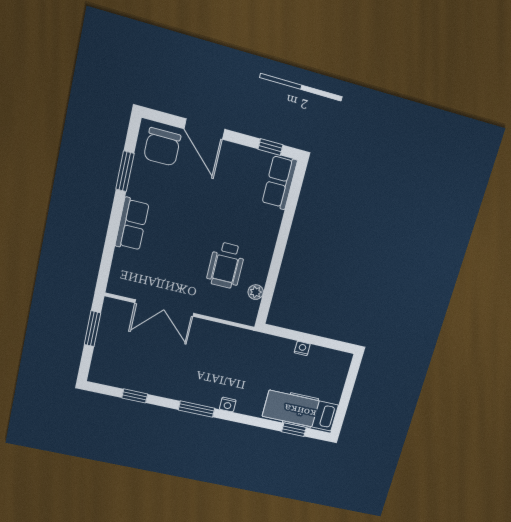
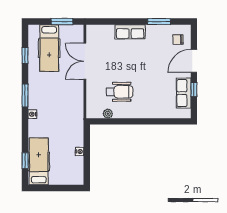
chair: (162, 147) -> (178, 39), width x0.54, depth x0.54
window: (271, 147) -> (194, 89), moved
row of seats: (280, 182) -> (184, 93), moved, turned -90
wheelchair: (226, 265) -> (120, 92), turned 180
hospital bed: (131, 358) -> (49, 48), added

